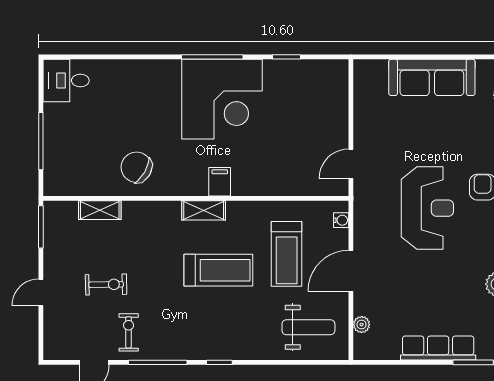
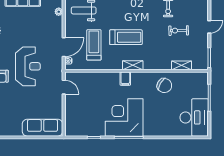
sofa: (432, 77) -> (42, 128), moved
desk: (66, 80) -> (194, 117), width x1.87, depth x1.30
door: (351, 164) -> (64, 87), hinge flipped
reception desk: (427, 208) -> (28, 66), turned 180
treadmill: (218, 270) -> (126, 37), turned 180
door: (351, 271) -> (64, 47), moved

